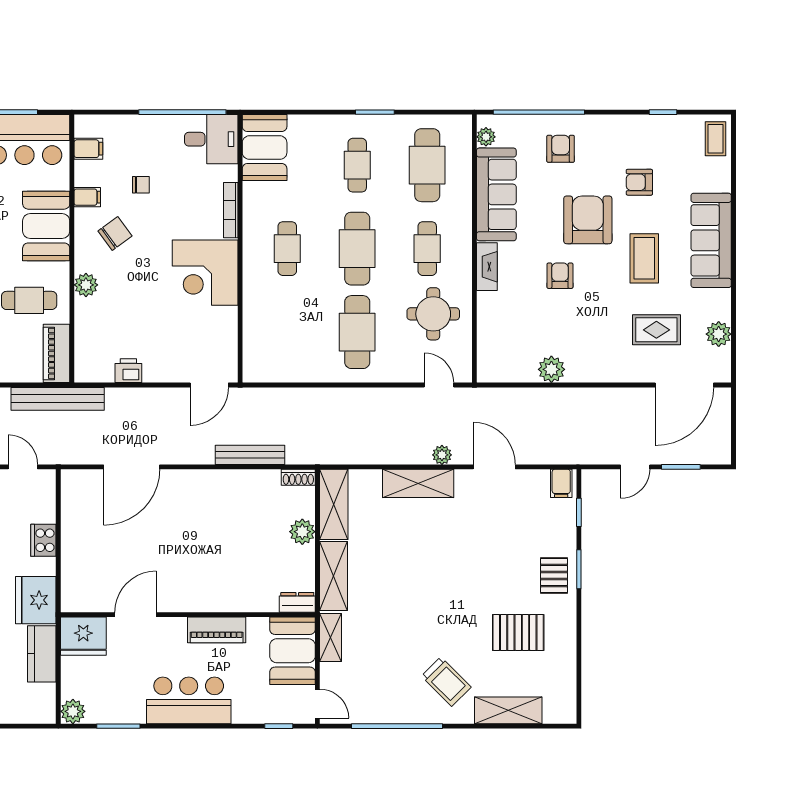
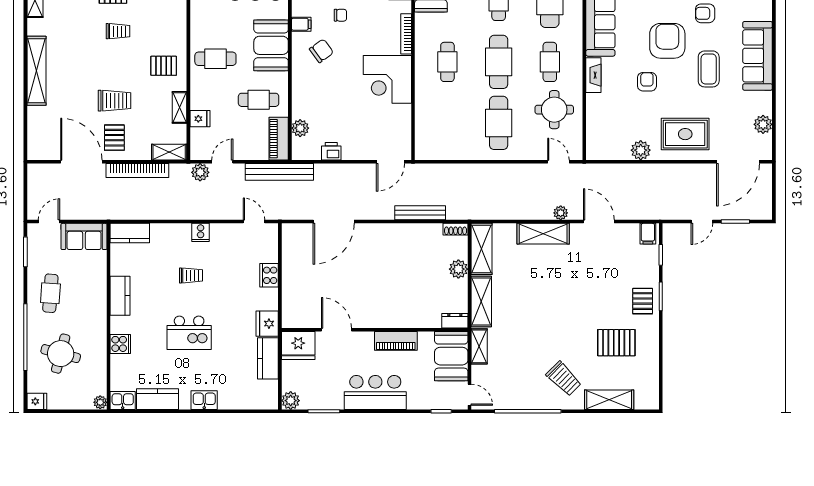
plant: (86, 285) -> (300, 128), moved
rug: (656, 330) -> (685, 134), moved, width x1.36, depth x1.43
fridge: (36, 600) -> (267, 324), width x0.73, depth x0.75
door: (136, 615) -> (336, 330), hinge flipped

